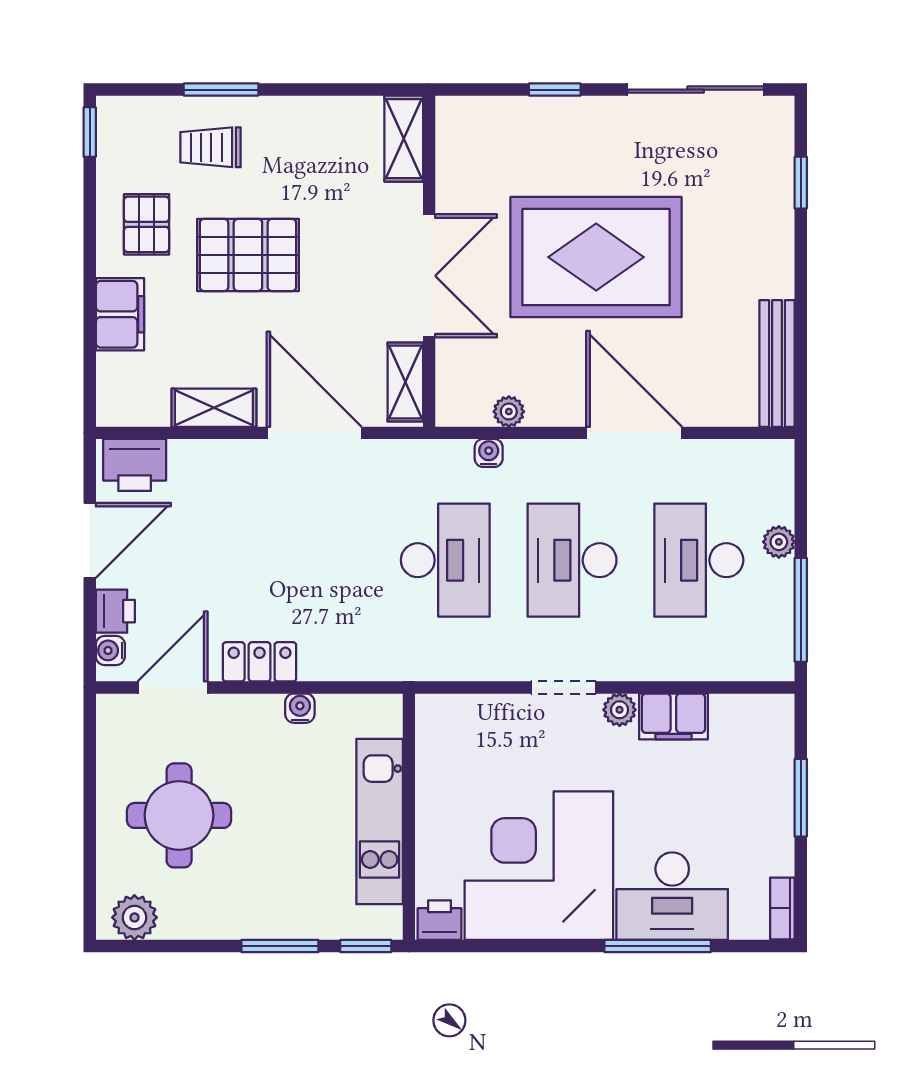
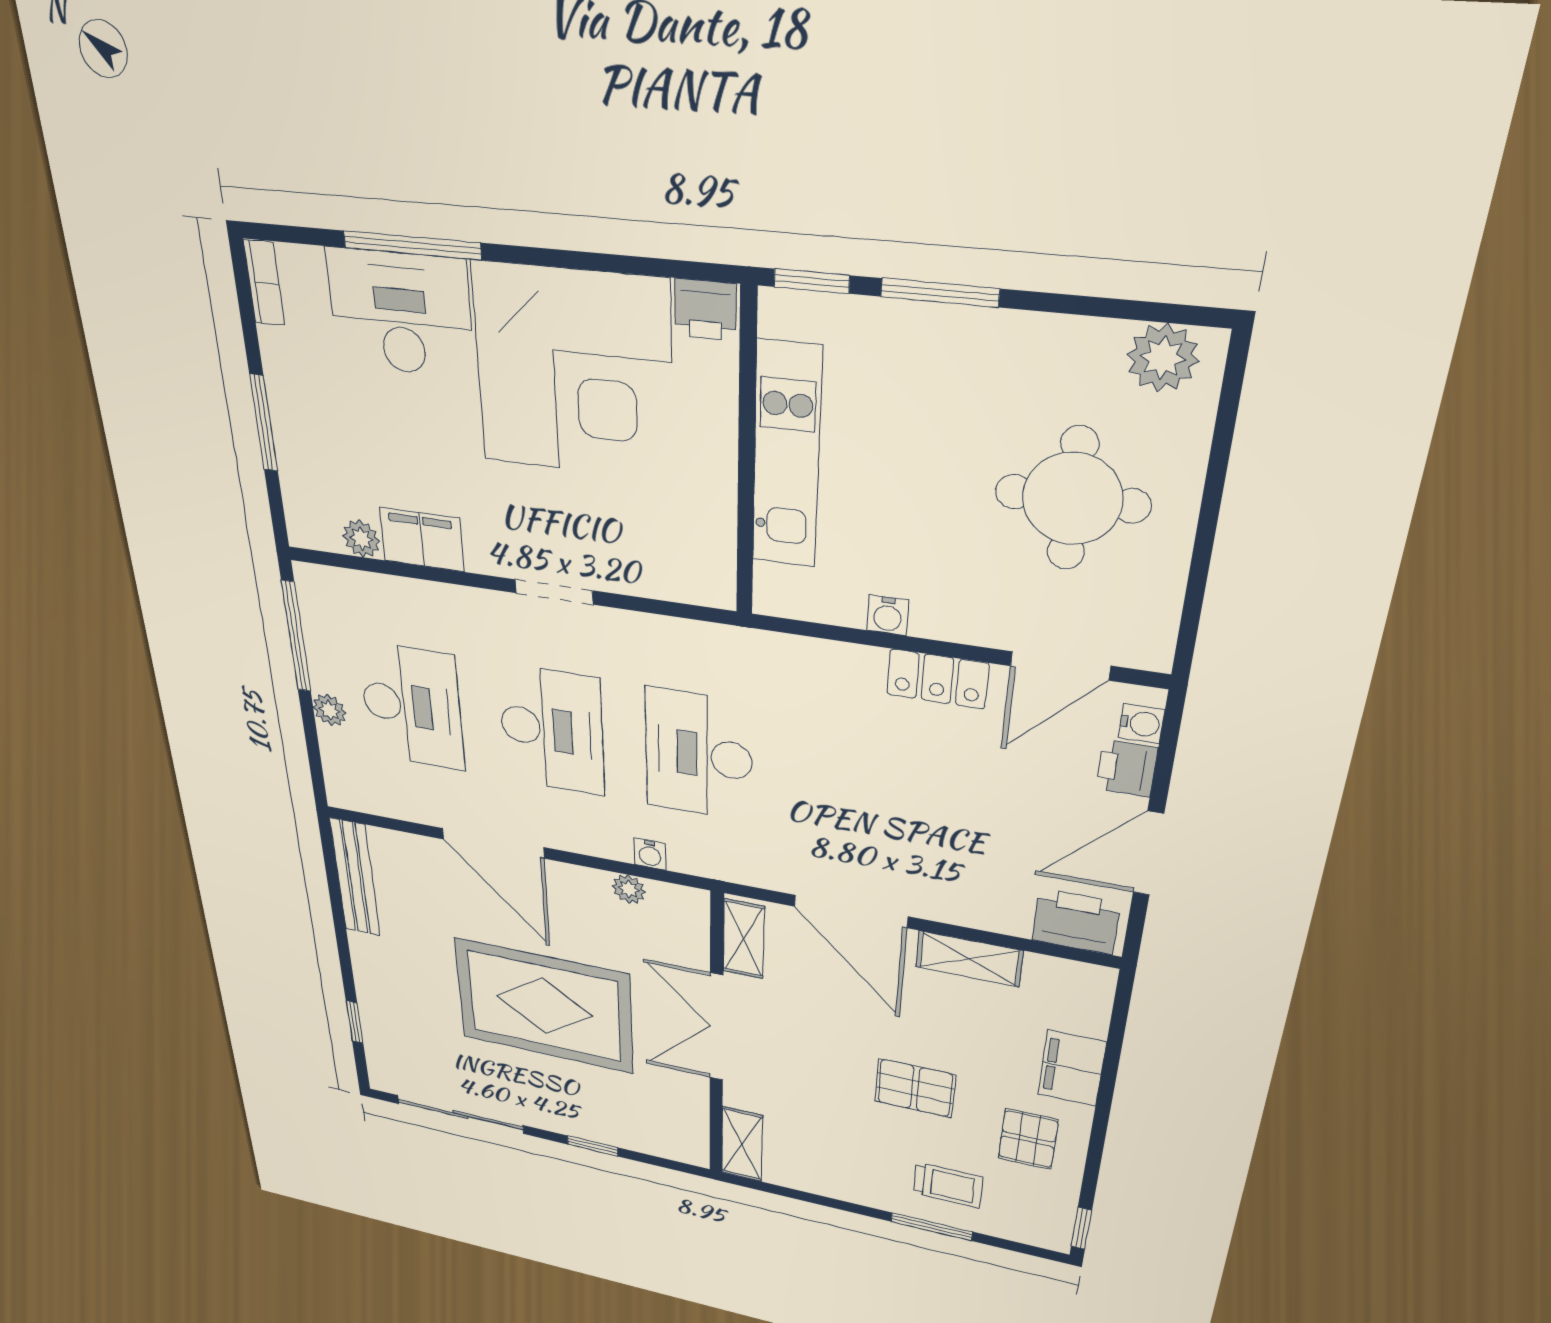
pallet: (248, 255) -> (915, 1088), width x0.67, depth x0.71
plant: (620, 710) -> (361, 539), moved

